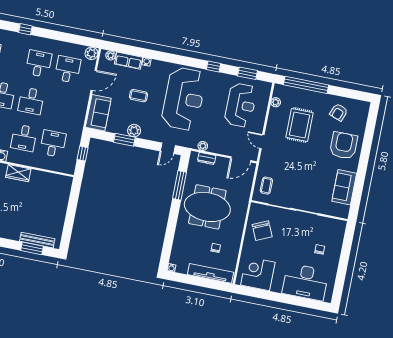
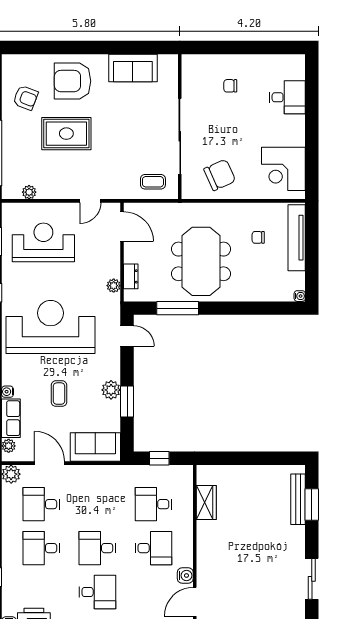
desk: (31, 101) -> (97, 548), turned 180
rug: (299, 125) -> (66, 134), moved
wardrobe: (18, 173) -> (206, 502), moved
desk: (305, 282) -> (287, 97), width x0.53, depth x0.77

